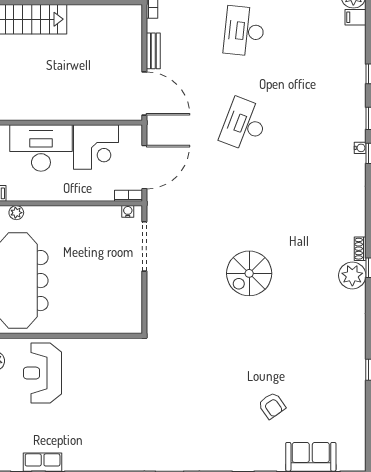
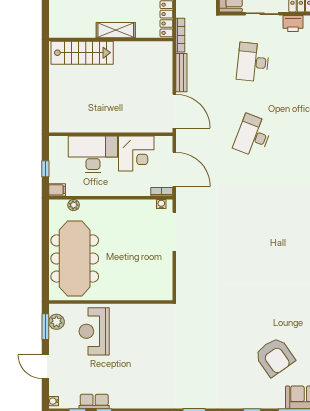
bench: (153, 51) -> (181, 73), width x1.36
door: (144, 167) -> (174, 169), hinge flipped
spiral stairs: (249, 273) -> (257, 253), removed
armchair: (272, 406) -> (275, 357), width x1.88, depth x1.88

